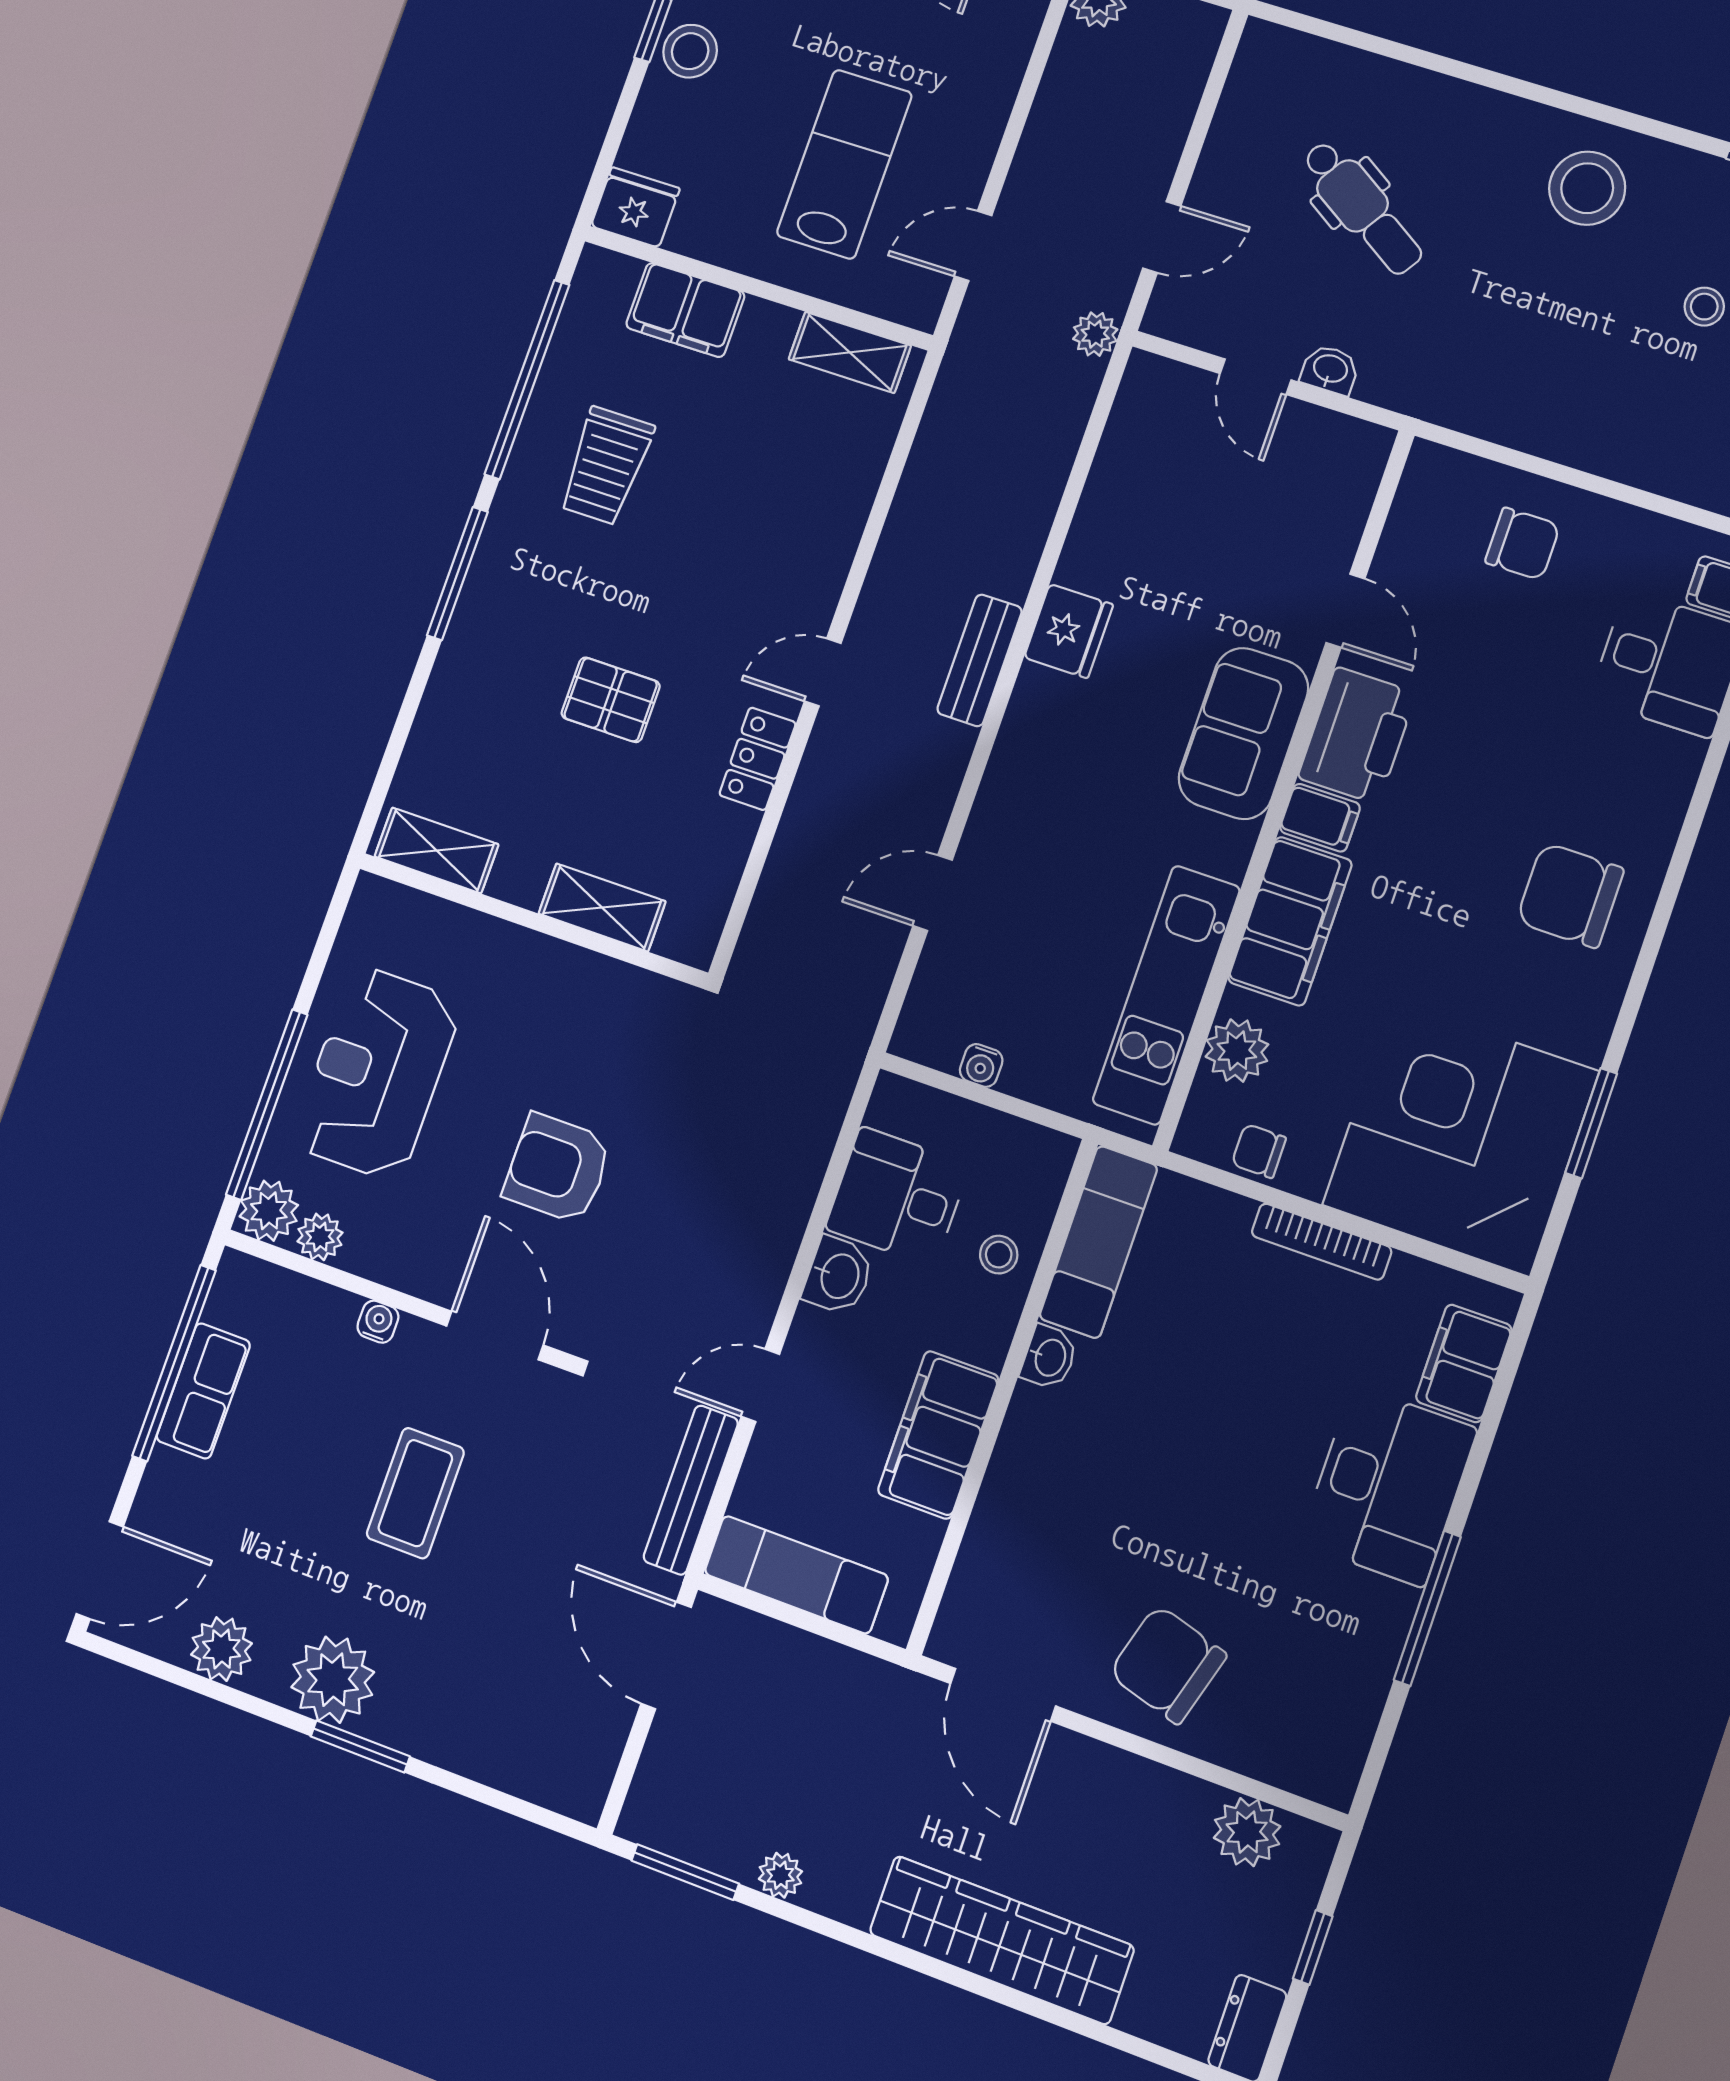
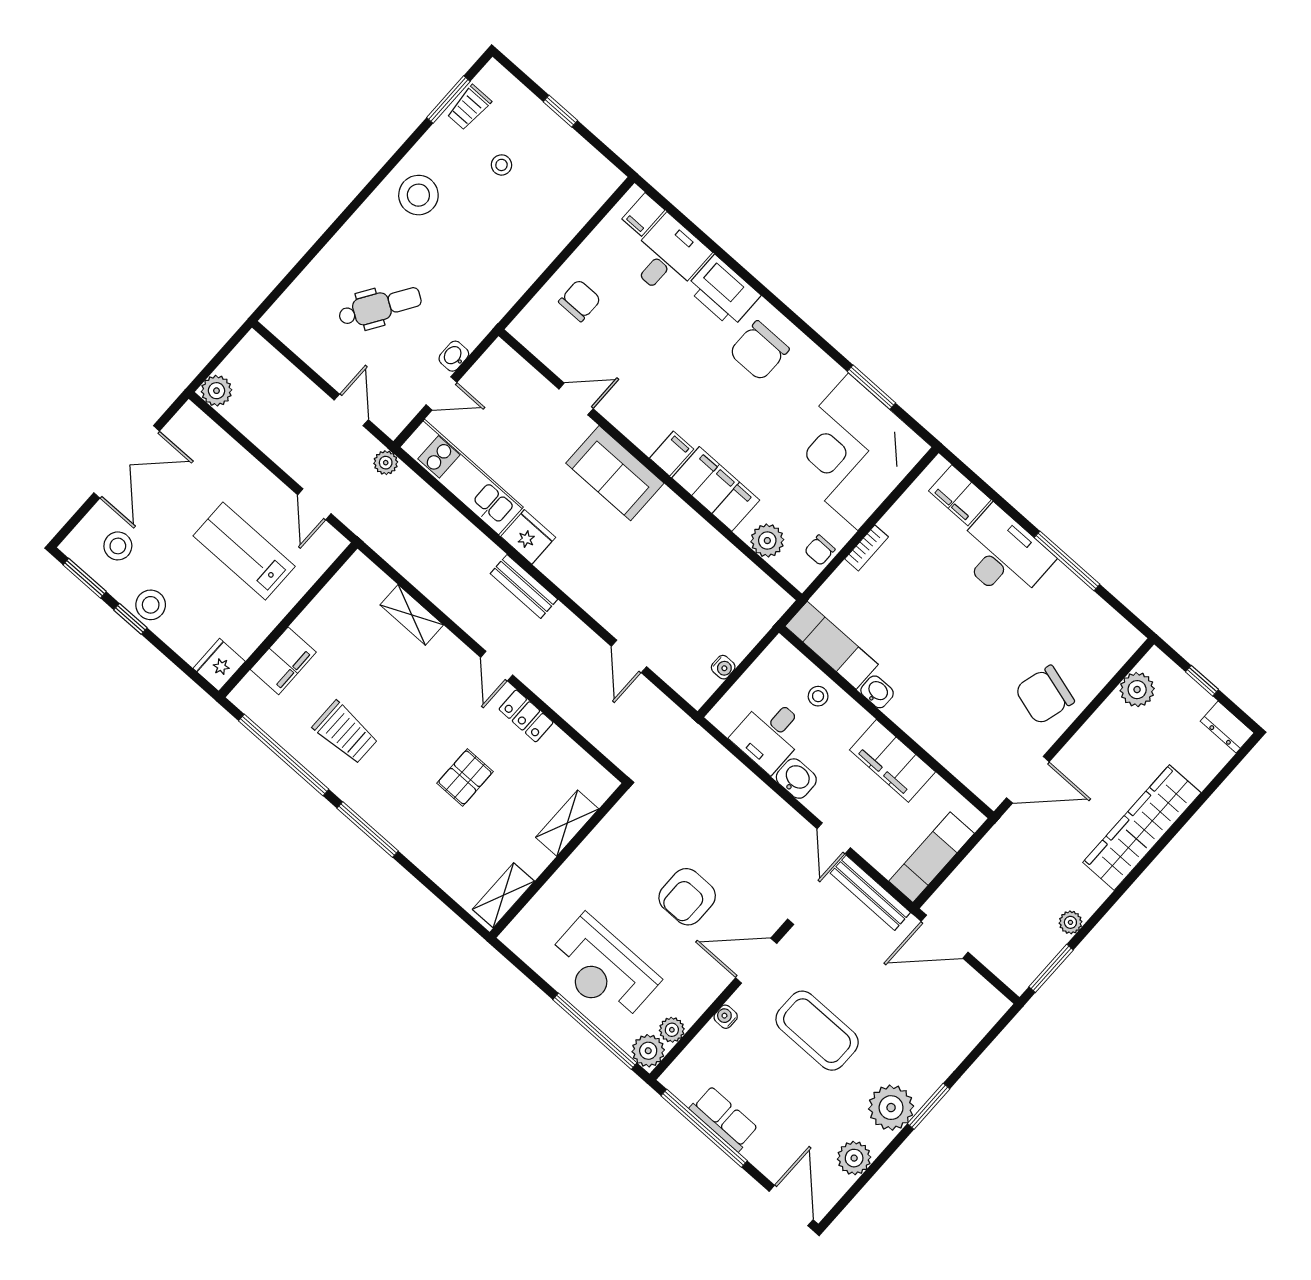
shelving: (850, 352) -> (412, 615), moved, turned 90
printer: (1357, 735) -> (723, 292), moved, turned 180
kitchen unit: (1166, 995) -> (462, 477), moved, turned 180
bookcase: (1322, 1242) -> (867, 548), width x0.64
coffee table: (415, 1493) -> (817, 1031), width x1.36, depth x1.32

